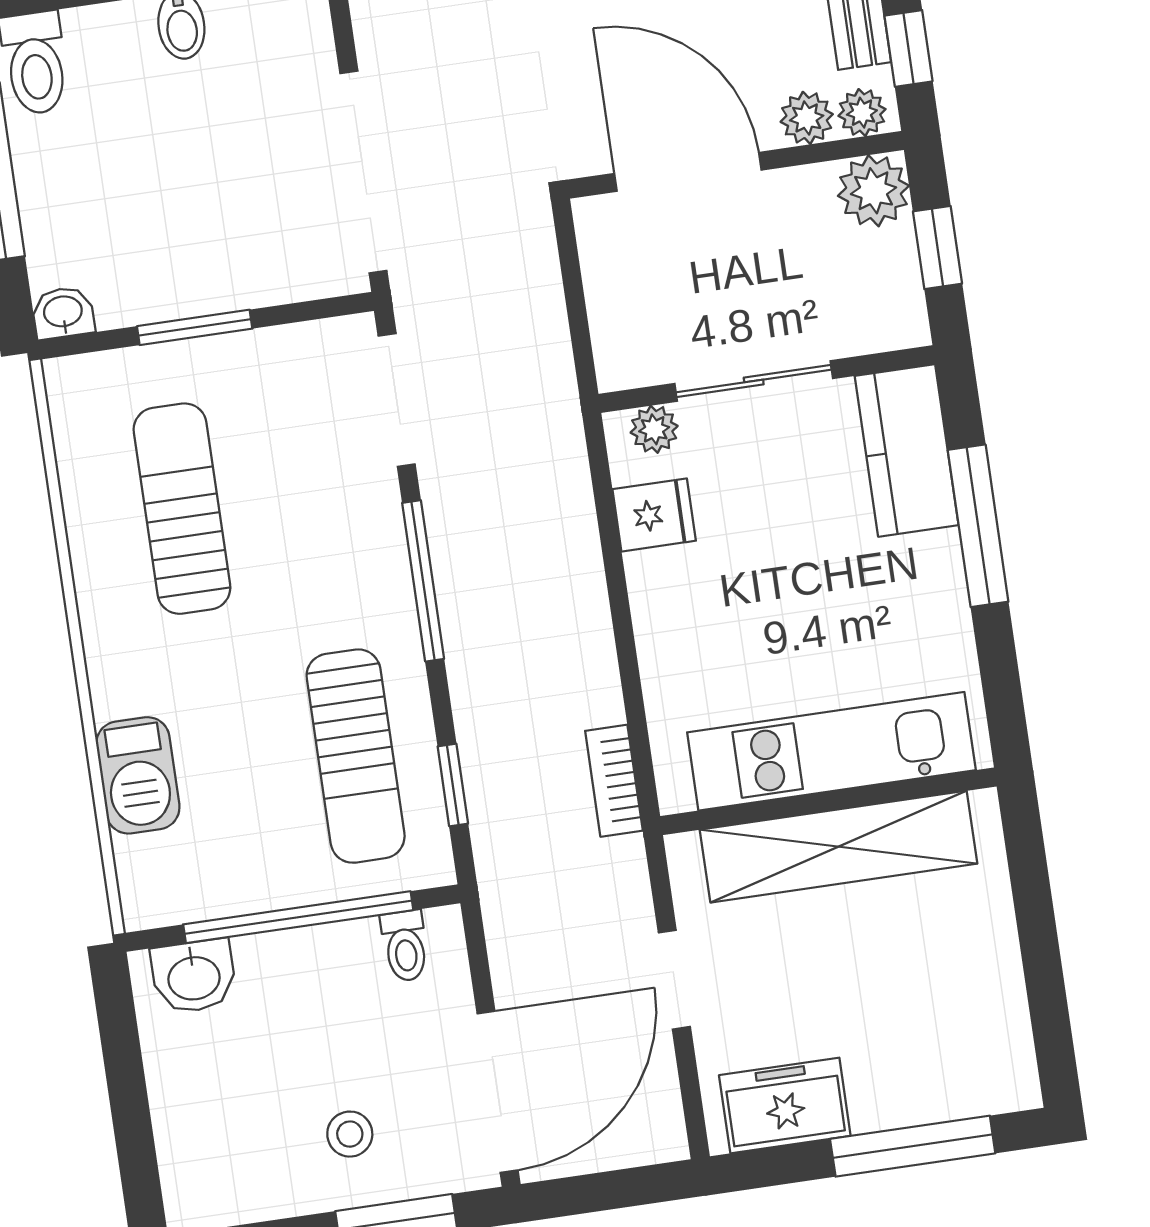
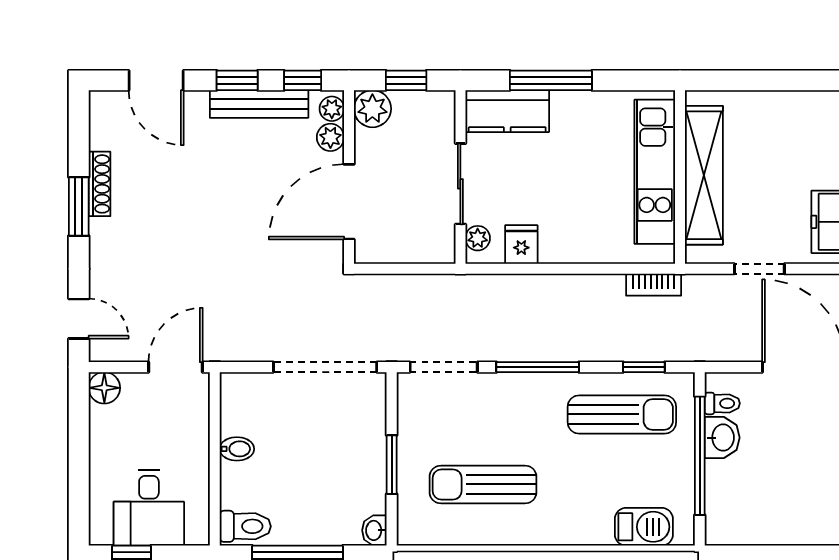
barbecue: (138, 775) -> (644, 527), moved
washbasin: (194, 976) -> (722, 438), moved
stool: (350, 1134) -> (814, 445), removed

